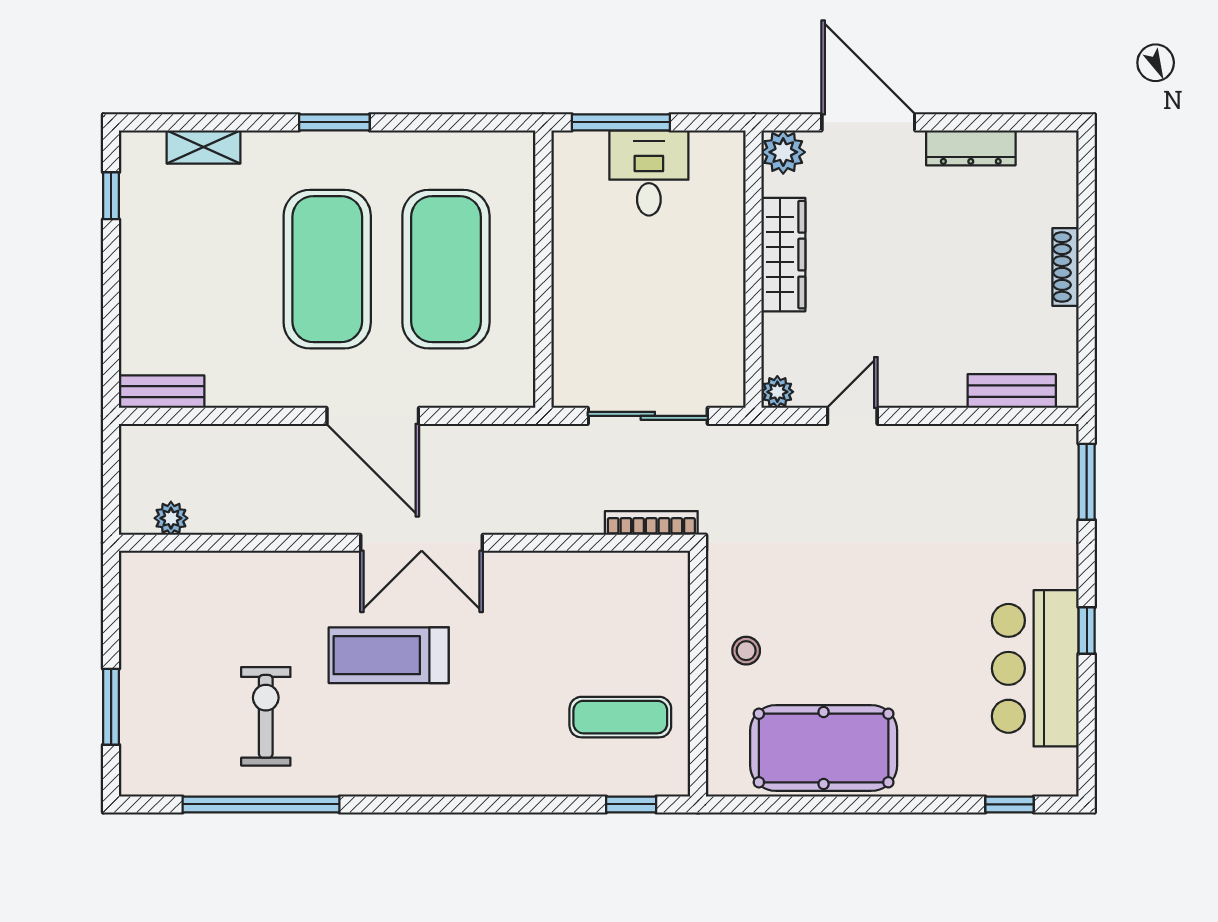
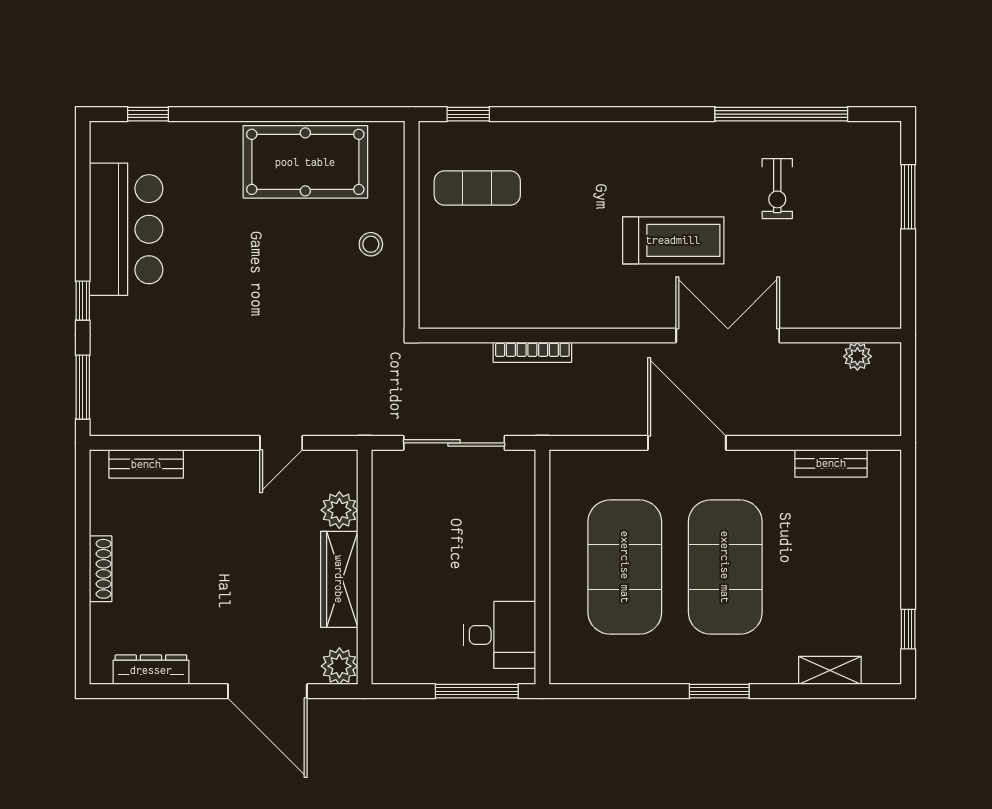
dresser: (971, 148) -> (151, 670), moved
desk: (649, 173) -> (500, 635), moved, turned -90
bench: (162, 392) -> (831, 463), moved
plant: (777, 392) -> (339, 510), moved, width x1.38, depth x1.38
bookcase: (651, 523) -> (532, 352), moved
double door: (422, 543) -> (728, 336), moved
window: (1087, 630) -> (83, 301), moved
exercise bike: (266, 716) -> (777, 189), width x0.73, depth x0.72

